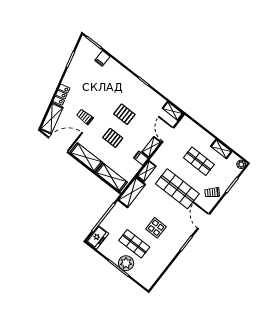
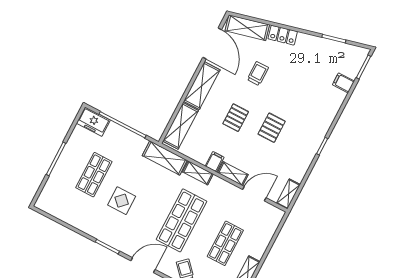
plant: (126, 263) -> (65, 168), removed

